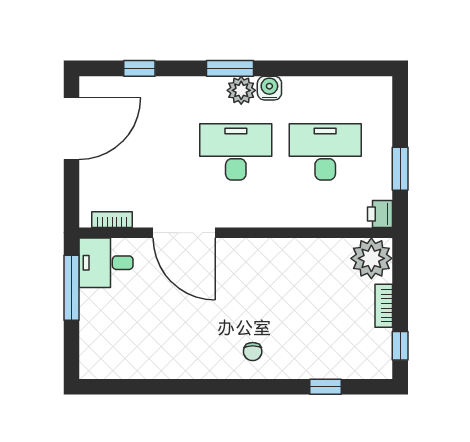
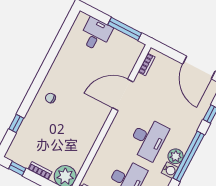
window: (230, 68) -> (189, 156), width x2.11
desk: (106, 263) -> (96, 34), moved

